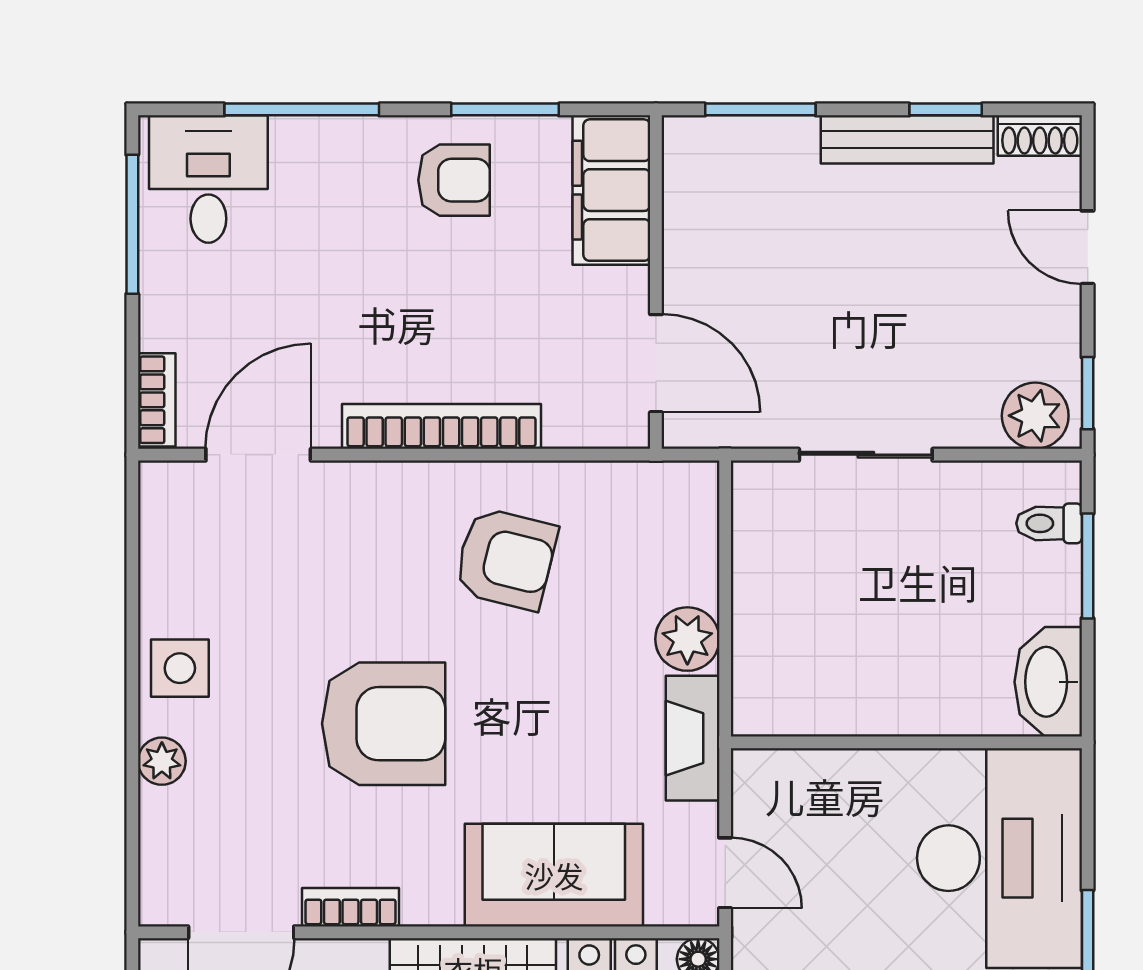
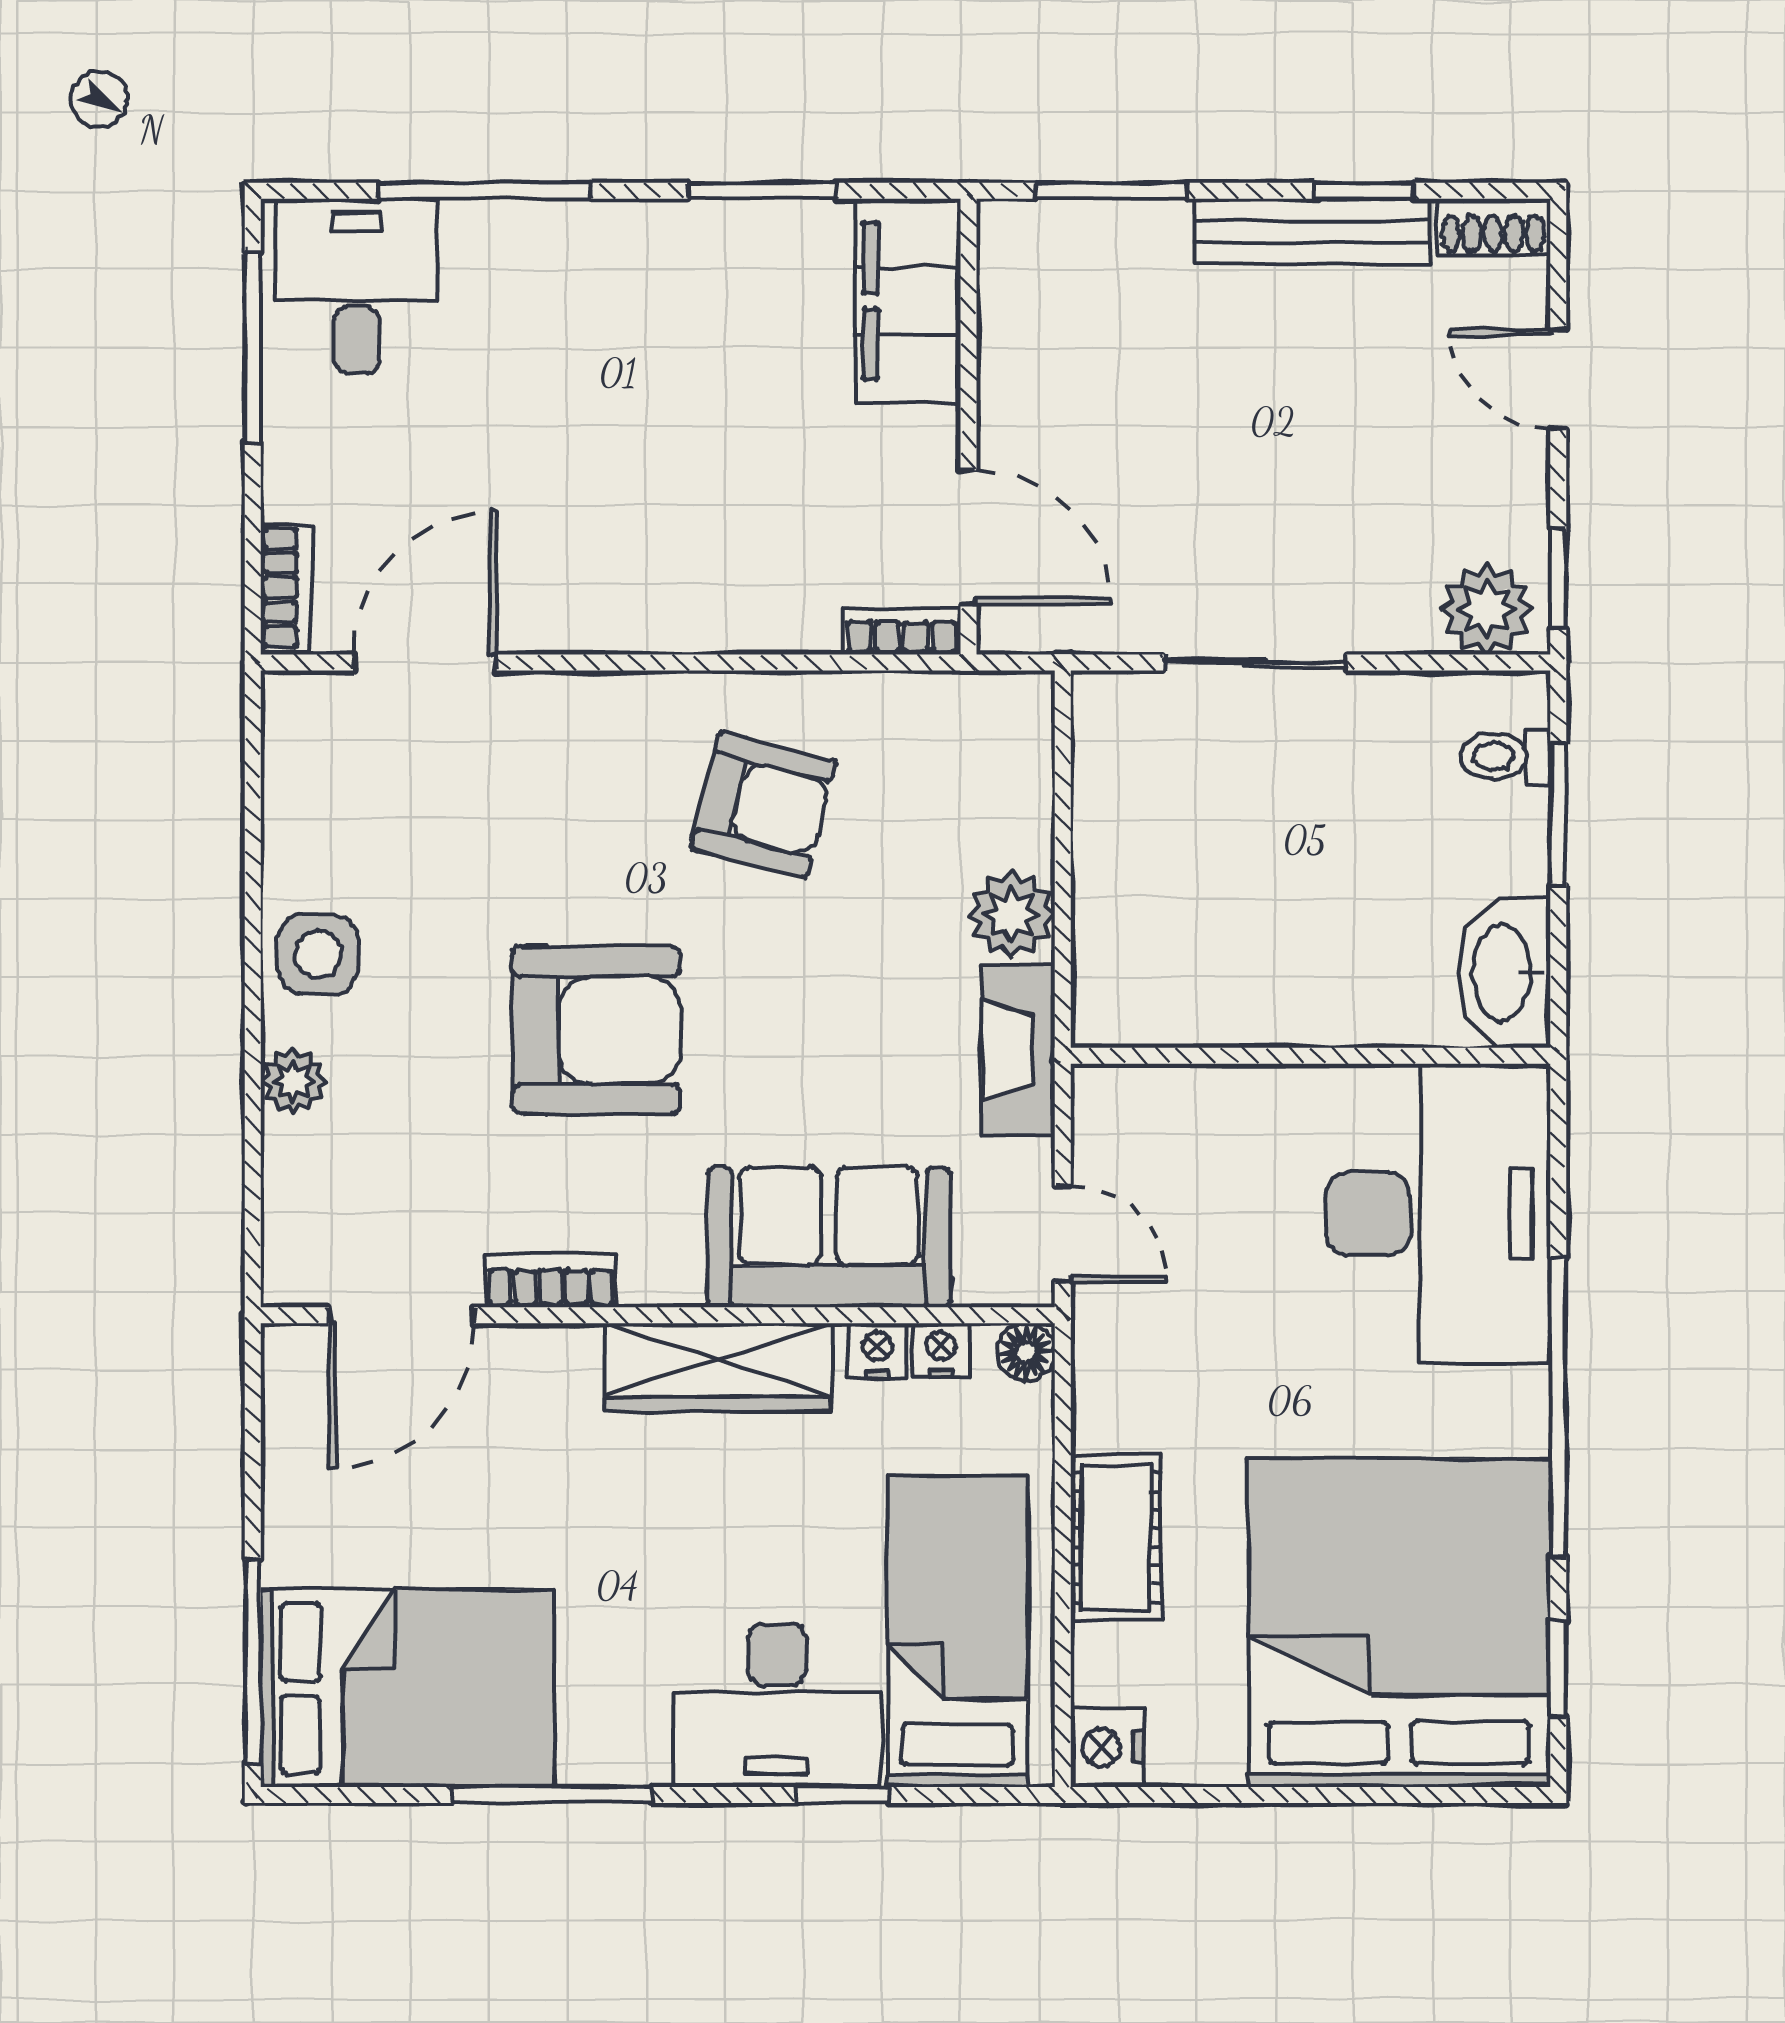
armchair: (454, 180) -> (692, 287), removed
bookcase: (441, 426) -> (902, 631), moved, width x0.43, depth x0.76

